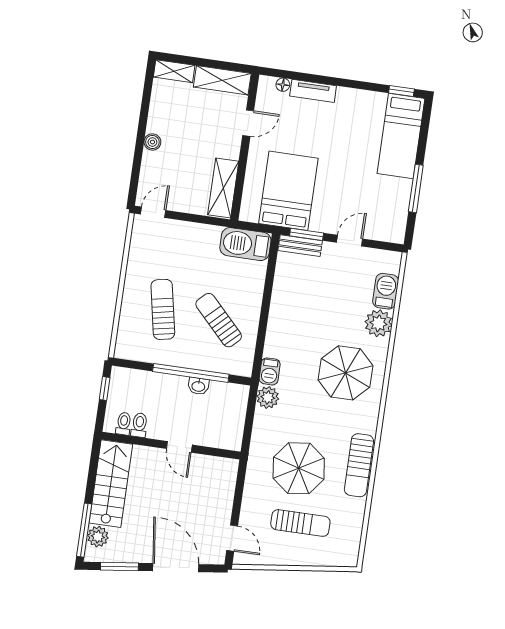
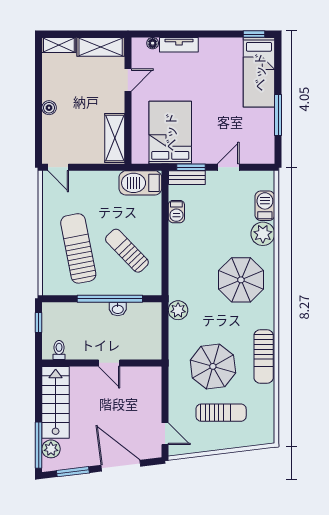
door: (153, 212) -> (58, 167), swing flipped
sun lounger: (163, 309) -> (78, 248), width x1.36, depth x1.34
barbecue: (270, 371) -> (176, 212), moved
toilet: (139, 425) -> (73, 349), removed

